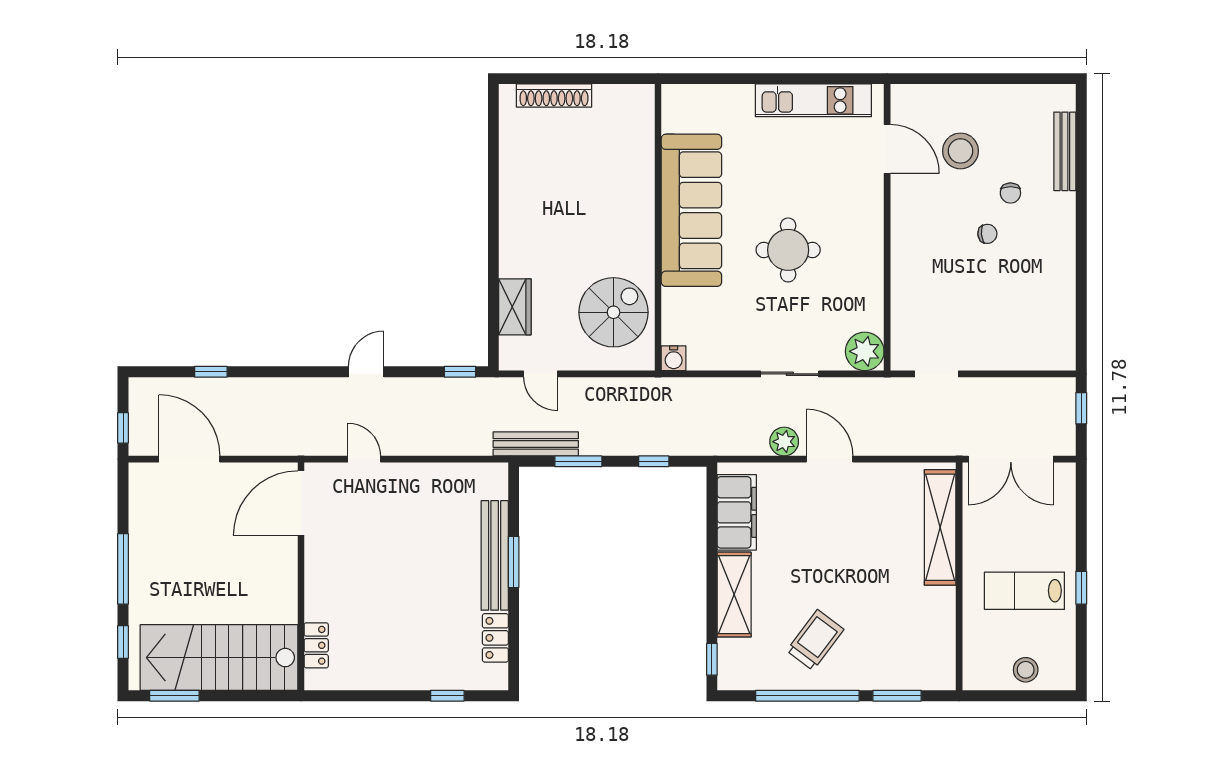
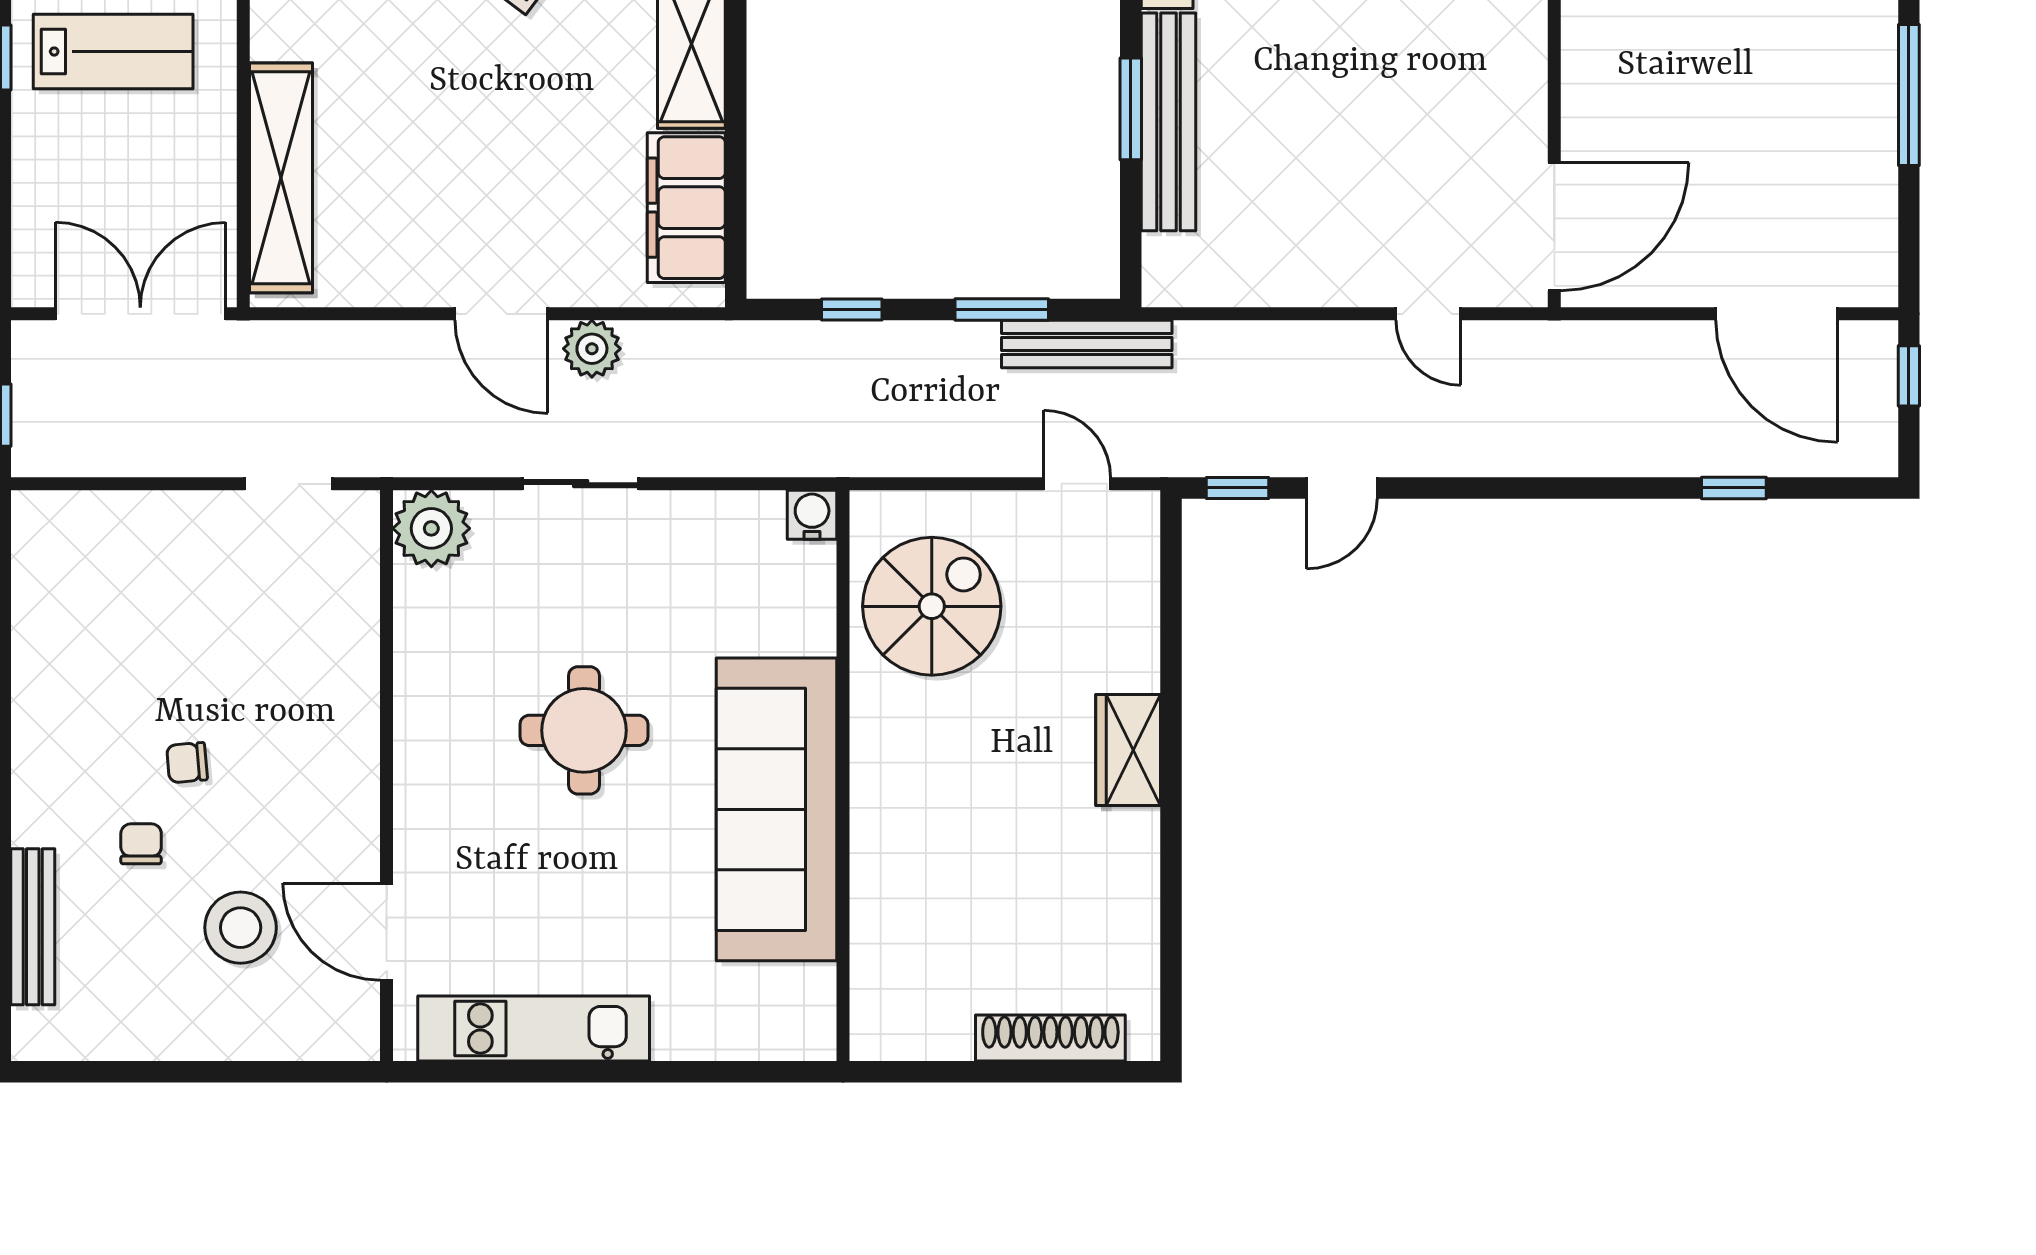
wardrobe: (515, 307) -> (1128, 750), moved
spiral stairs: (614, 312) -> (932, 606), turned 180
door: (366, 372) -> (1342, 488), moved

